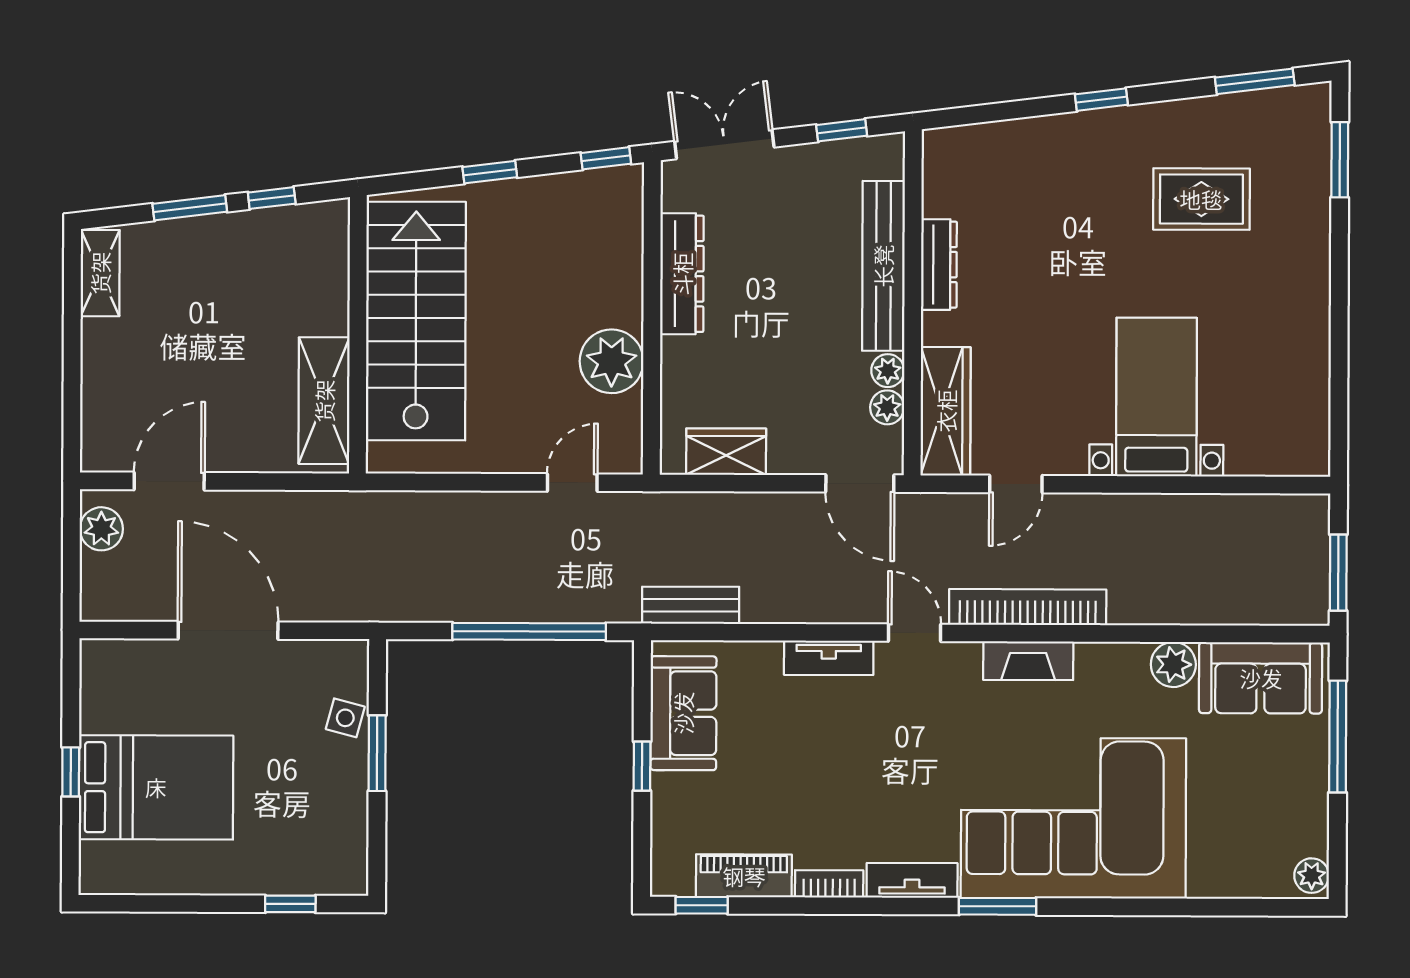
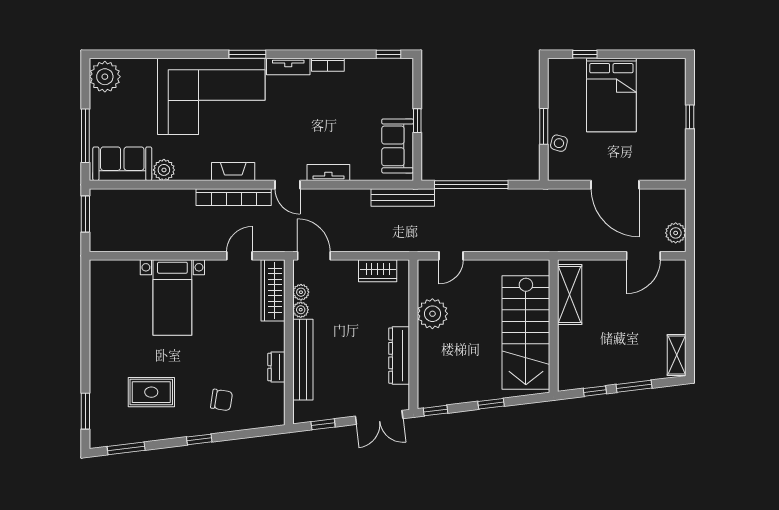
chair: (1054, 182) -> (222, 400), added
dresser: (939, 265) -> (276, 367), width x0.70
bench: (691, 605) -> (403, 197), width x1.36
bed: (156, 787) -> (611, 95), moved, turned -90
piano: (744, 876) -> (369, 68), removed
plant: (1312, 876) -> (105, 77), width x1.88, depth x1.88

